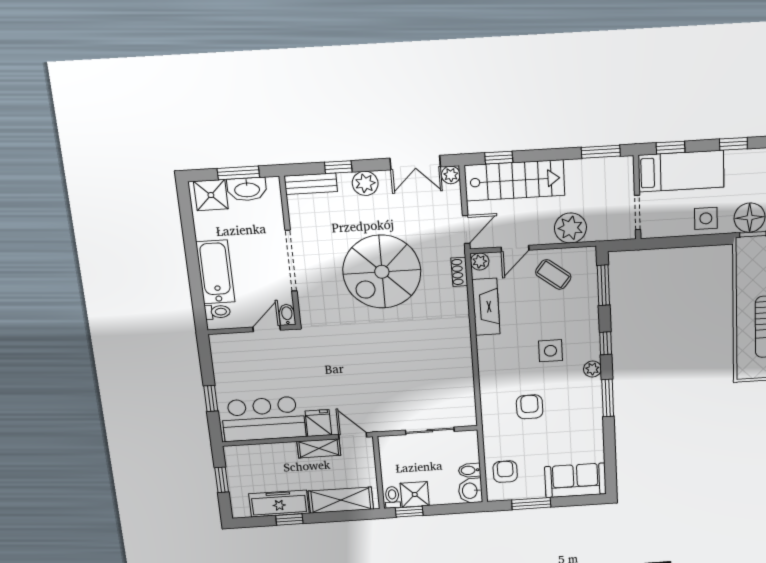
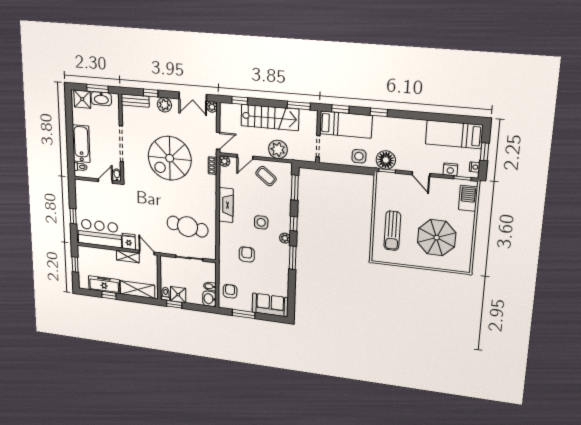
stairs: (515, 180) -> (270, 118), moved
fireplace: (486, 307) -> (226, 205), moved
cafe table: (423, 380) -> (188, 227), added

